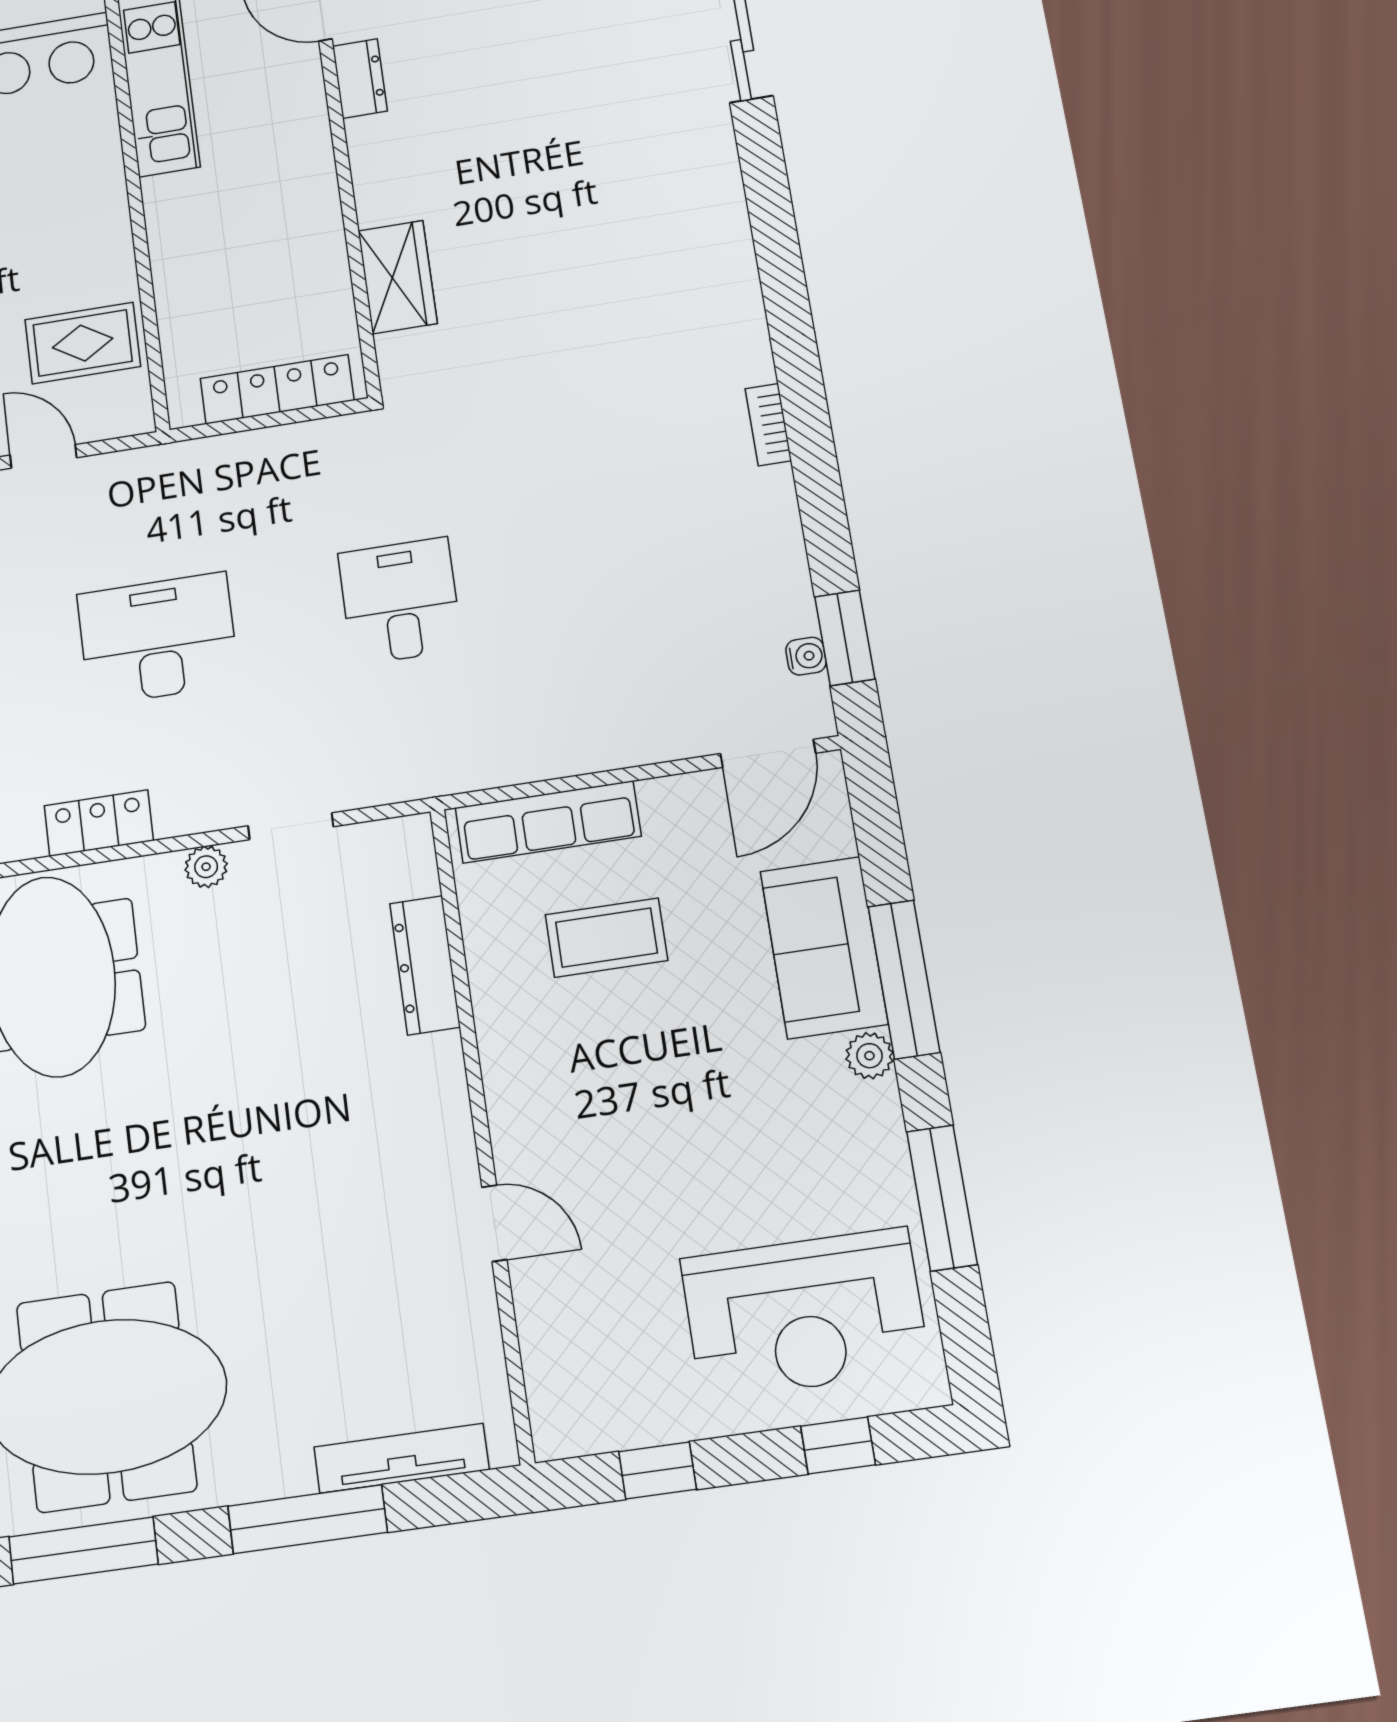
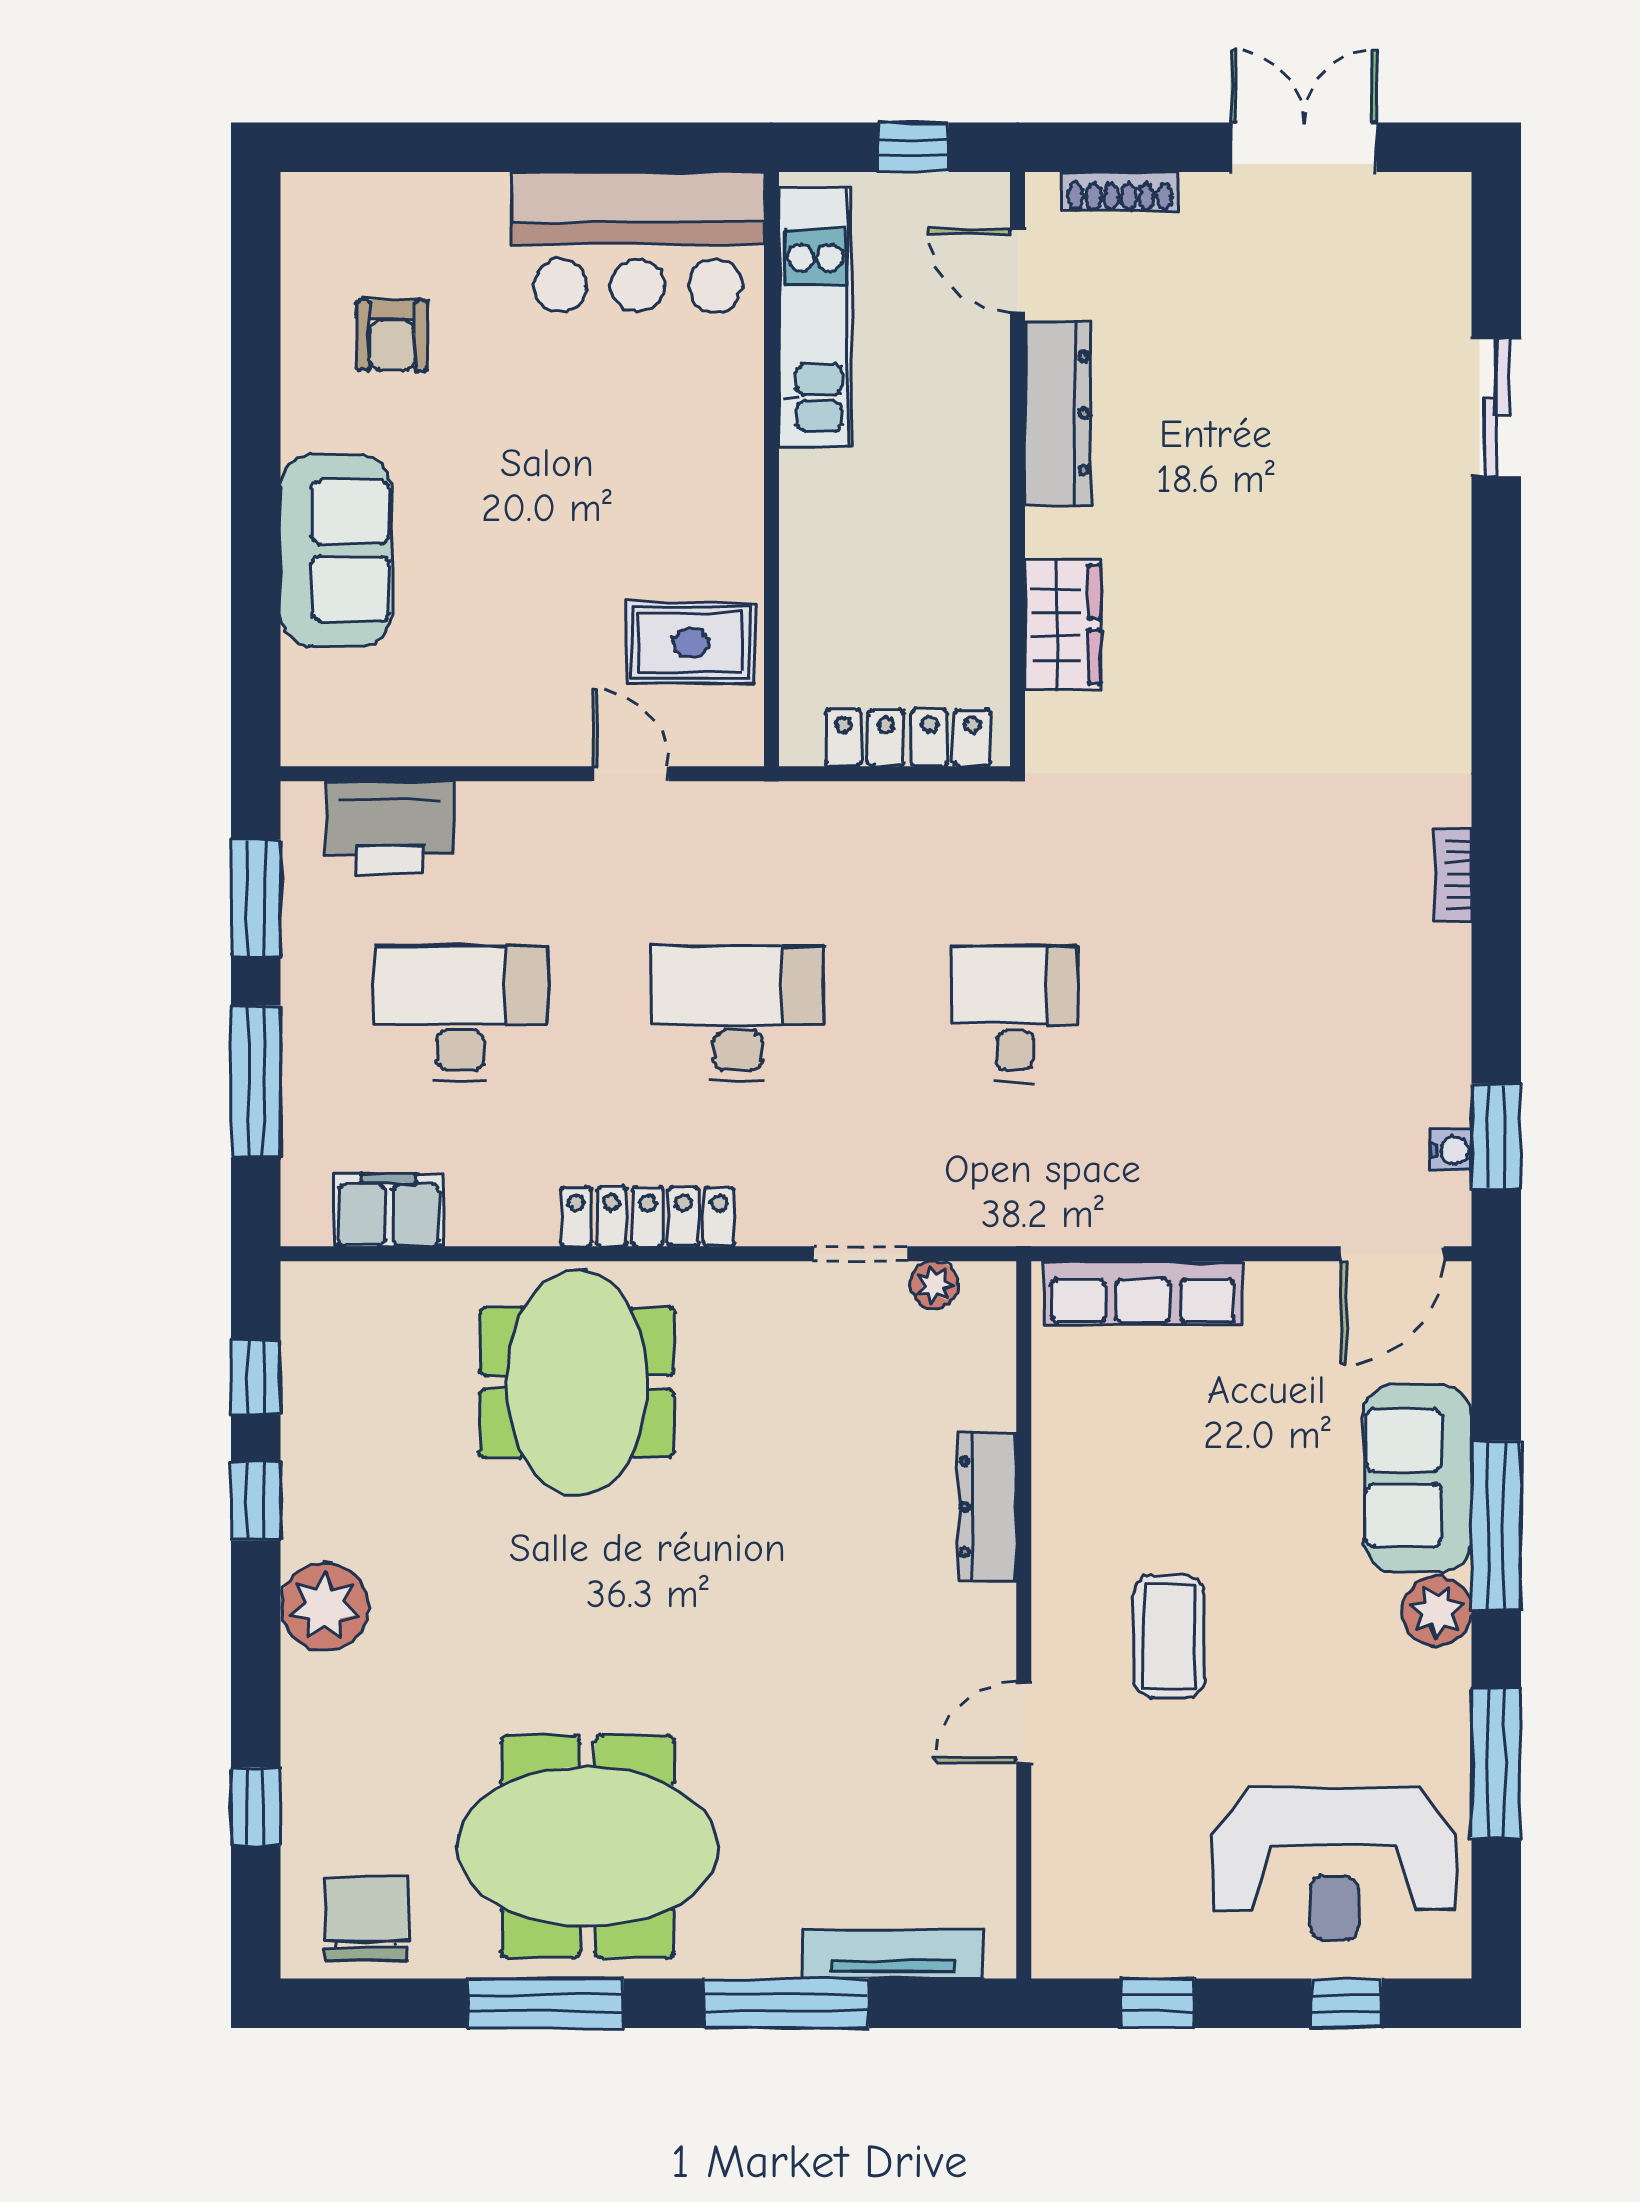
dresser: (360, 79) -> (1058, 414), width x1.96, depth x1.24
locker: (99, 823) -> (648, 1217), width x1.53
plant: (206, 867) -> (935, 1285), moved
coffee table: (606, 938) -> (1169, 1636), moved, turned 90
dresser: (425, 965) -> (987, 1507), moved
plant: (869, 1056) -> (1437, 1612), width x1.38, depth x1.38
door: (494, 1223) -> (1024, 1722), swing flipped

